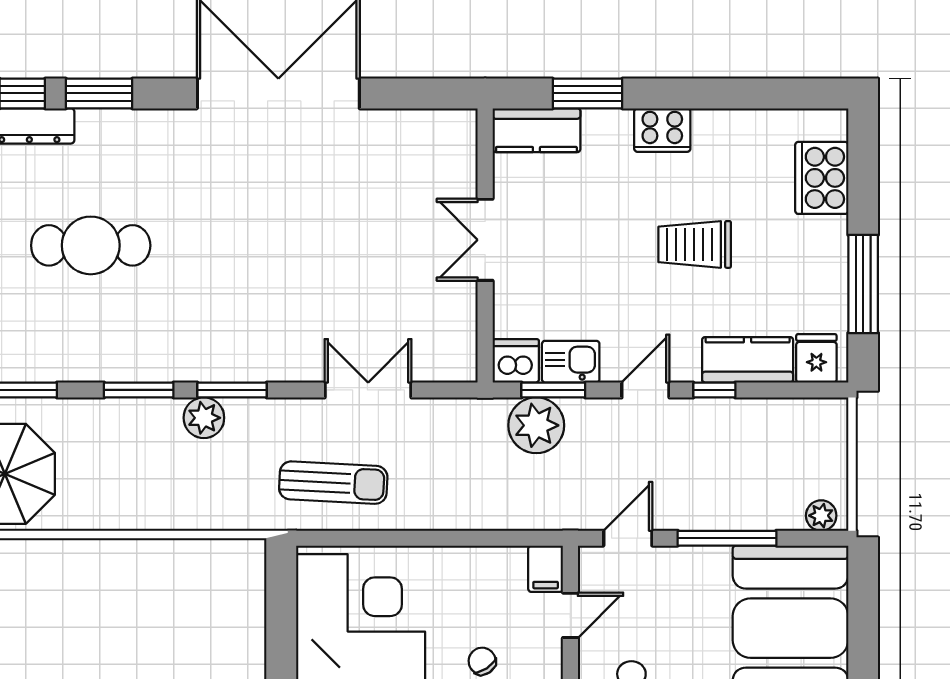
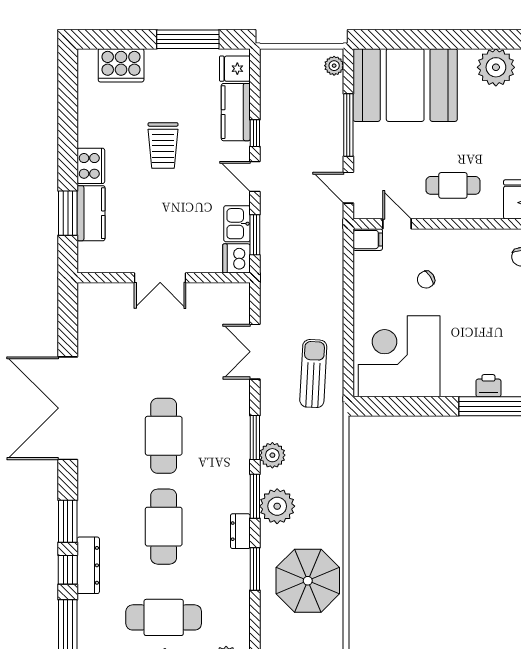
kitchen counter: (536, 130) -> (91, 213), moved
cafe table: (235, 245) -> (164, 436), added
dresser: (84, 367) -> (240, 531), added
plant: (536, 425) -> (277, 506), moved

